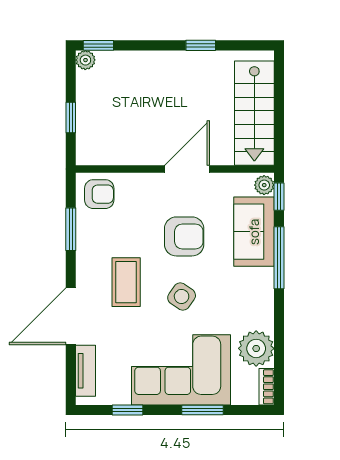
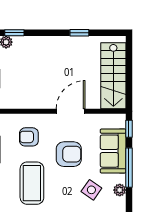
plant: (264, 185) -> (120, 190), moved
armchair: (99, 194) -> (29, 137), moved, turned 180
coffee table: (126, 282) -> (32, 183), width x1.36, depth x1.32
side table: (182, 296) -> (91, 190), moved

